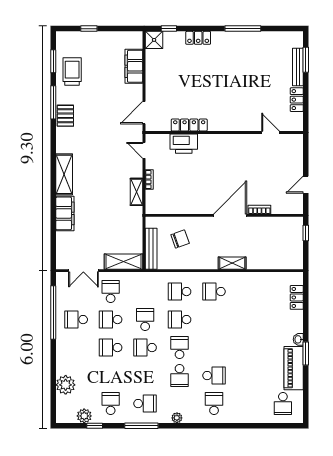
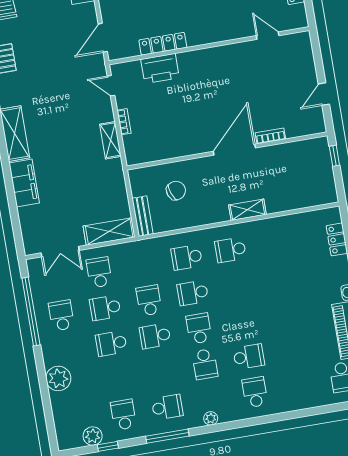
bench: (151, 249) -> (142, 216), width x0.73
school desk: (76, 320) -> (61, 315), turned 90
plant: (66, 385) -> (58, 378), moved

